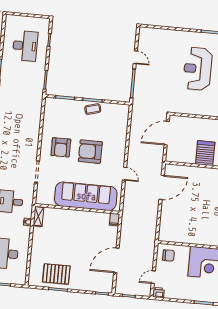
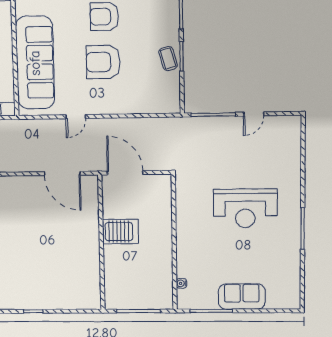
reception desk: (198, 69) -> (245, 208), turned 180
door: (167, 133) -> (125, 173), moved
armchair: (90, 152) -> (103, 62), turned -90

